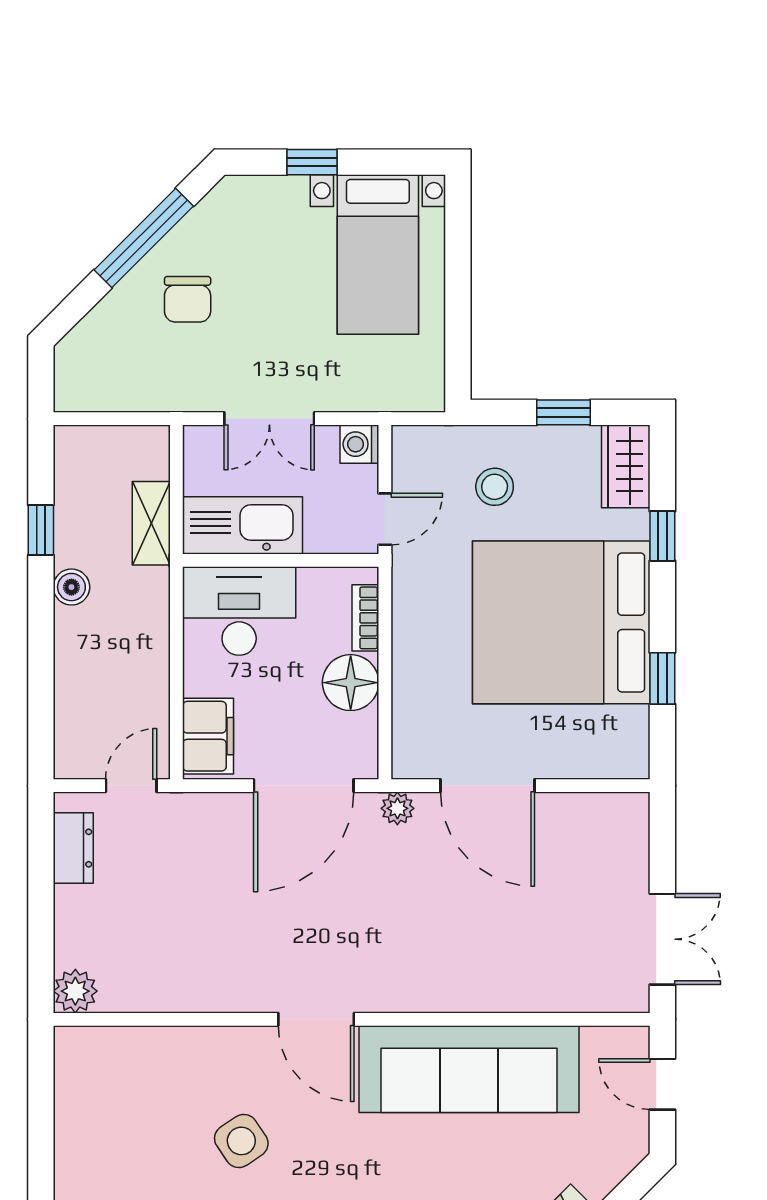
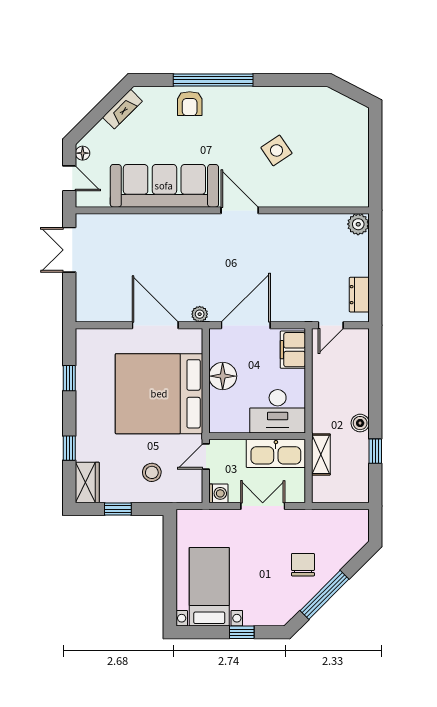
bookcase: (365, 618) -> (215, 408), removed
bed: (561, 622) -> (159, 394), moved, turned 180
floor lamp: (635, 1135) -> (83, 153), added

